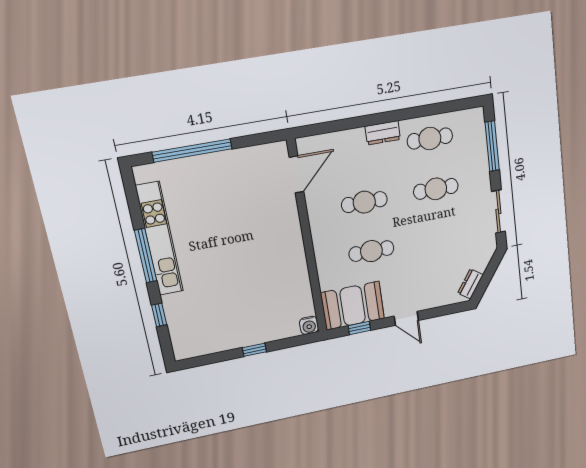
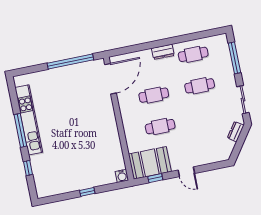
window: (192, 150) -> (70, 62), moved
door: (297, 174) -> (111, 79), width x1.36
dresser: (470, 284) -> (236, 132), moved

